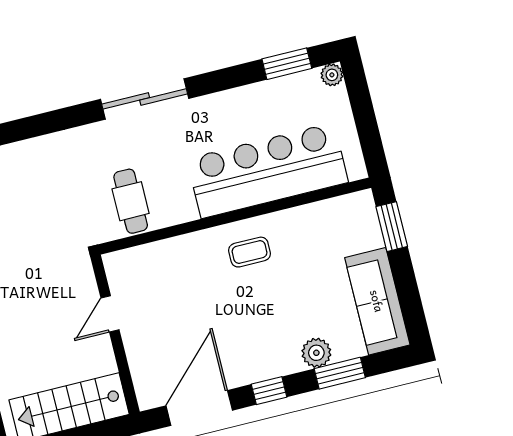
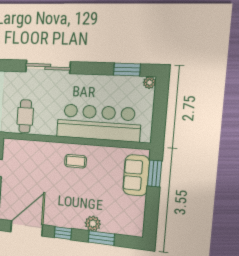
sofa: (377, 301) -> (136, 175), moved, width x0.73

